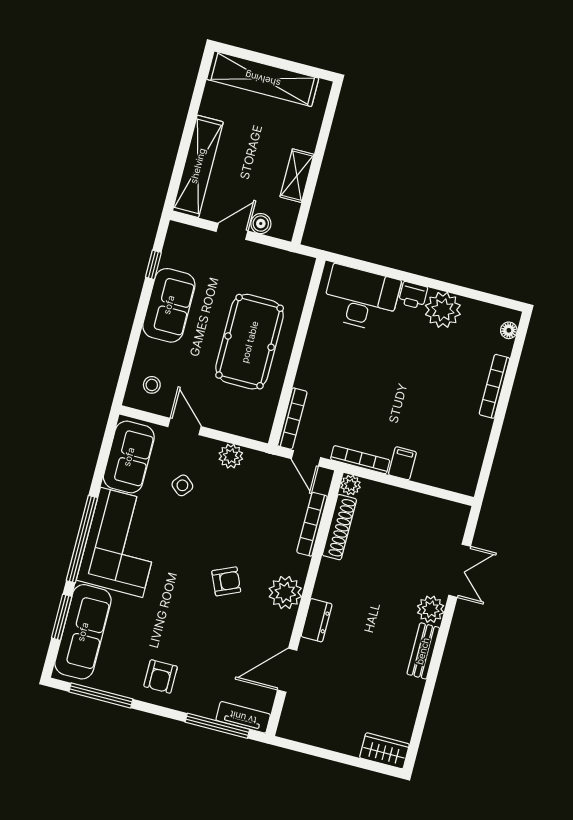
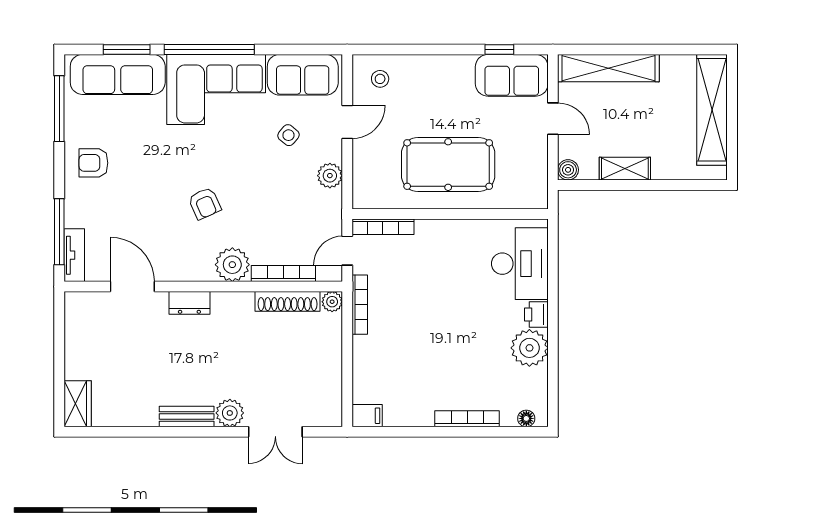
boiler: (261, 224) -> (568, 170), moved
sofa: (169, 305) -> (512, 75), moved
filing cabinet: (402, 463) -> (367, 416), moved
plant: (285, 593) -> (232, 265), moved

